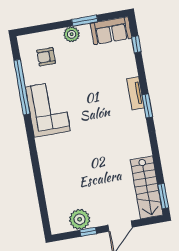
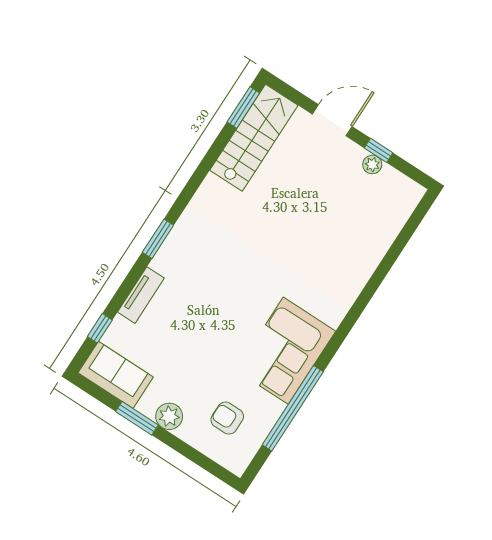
armchair: (46, 57) -> (227, 418), turned 180
tv unit: (135, 93) -> (141, 295), moved
plant: (80, 219) -> (372, 165), width x0.53, depth x0.53

